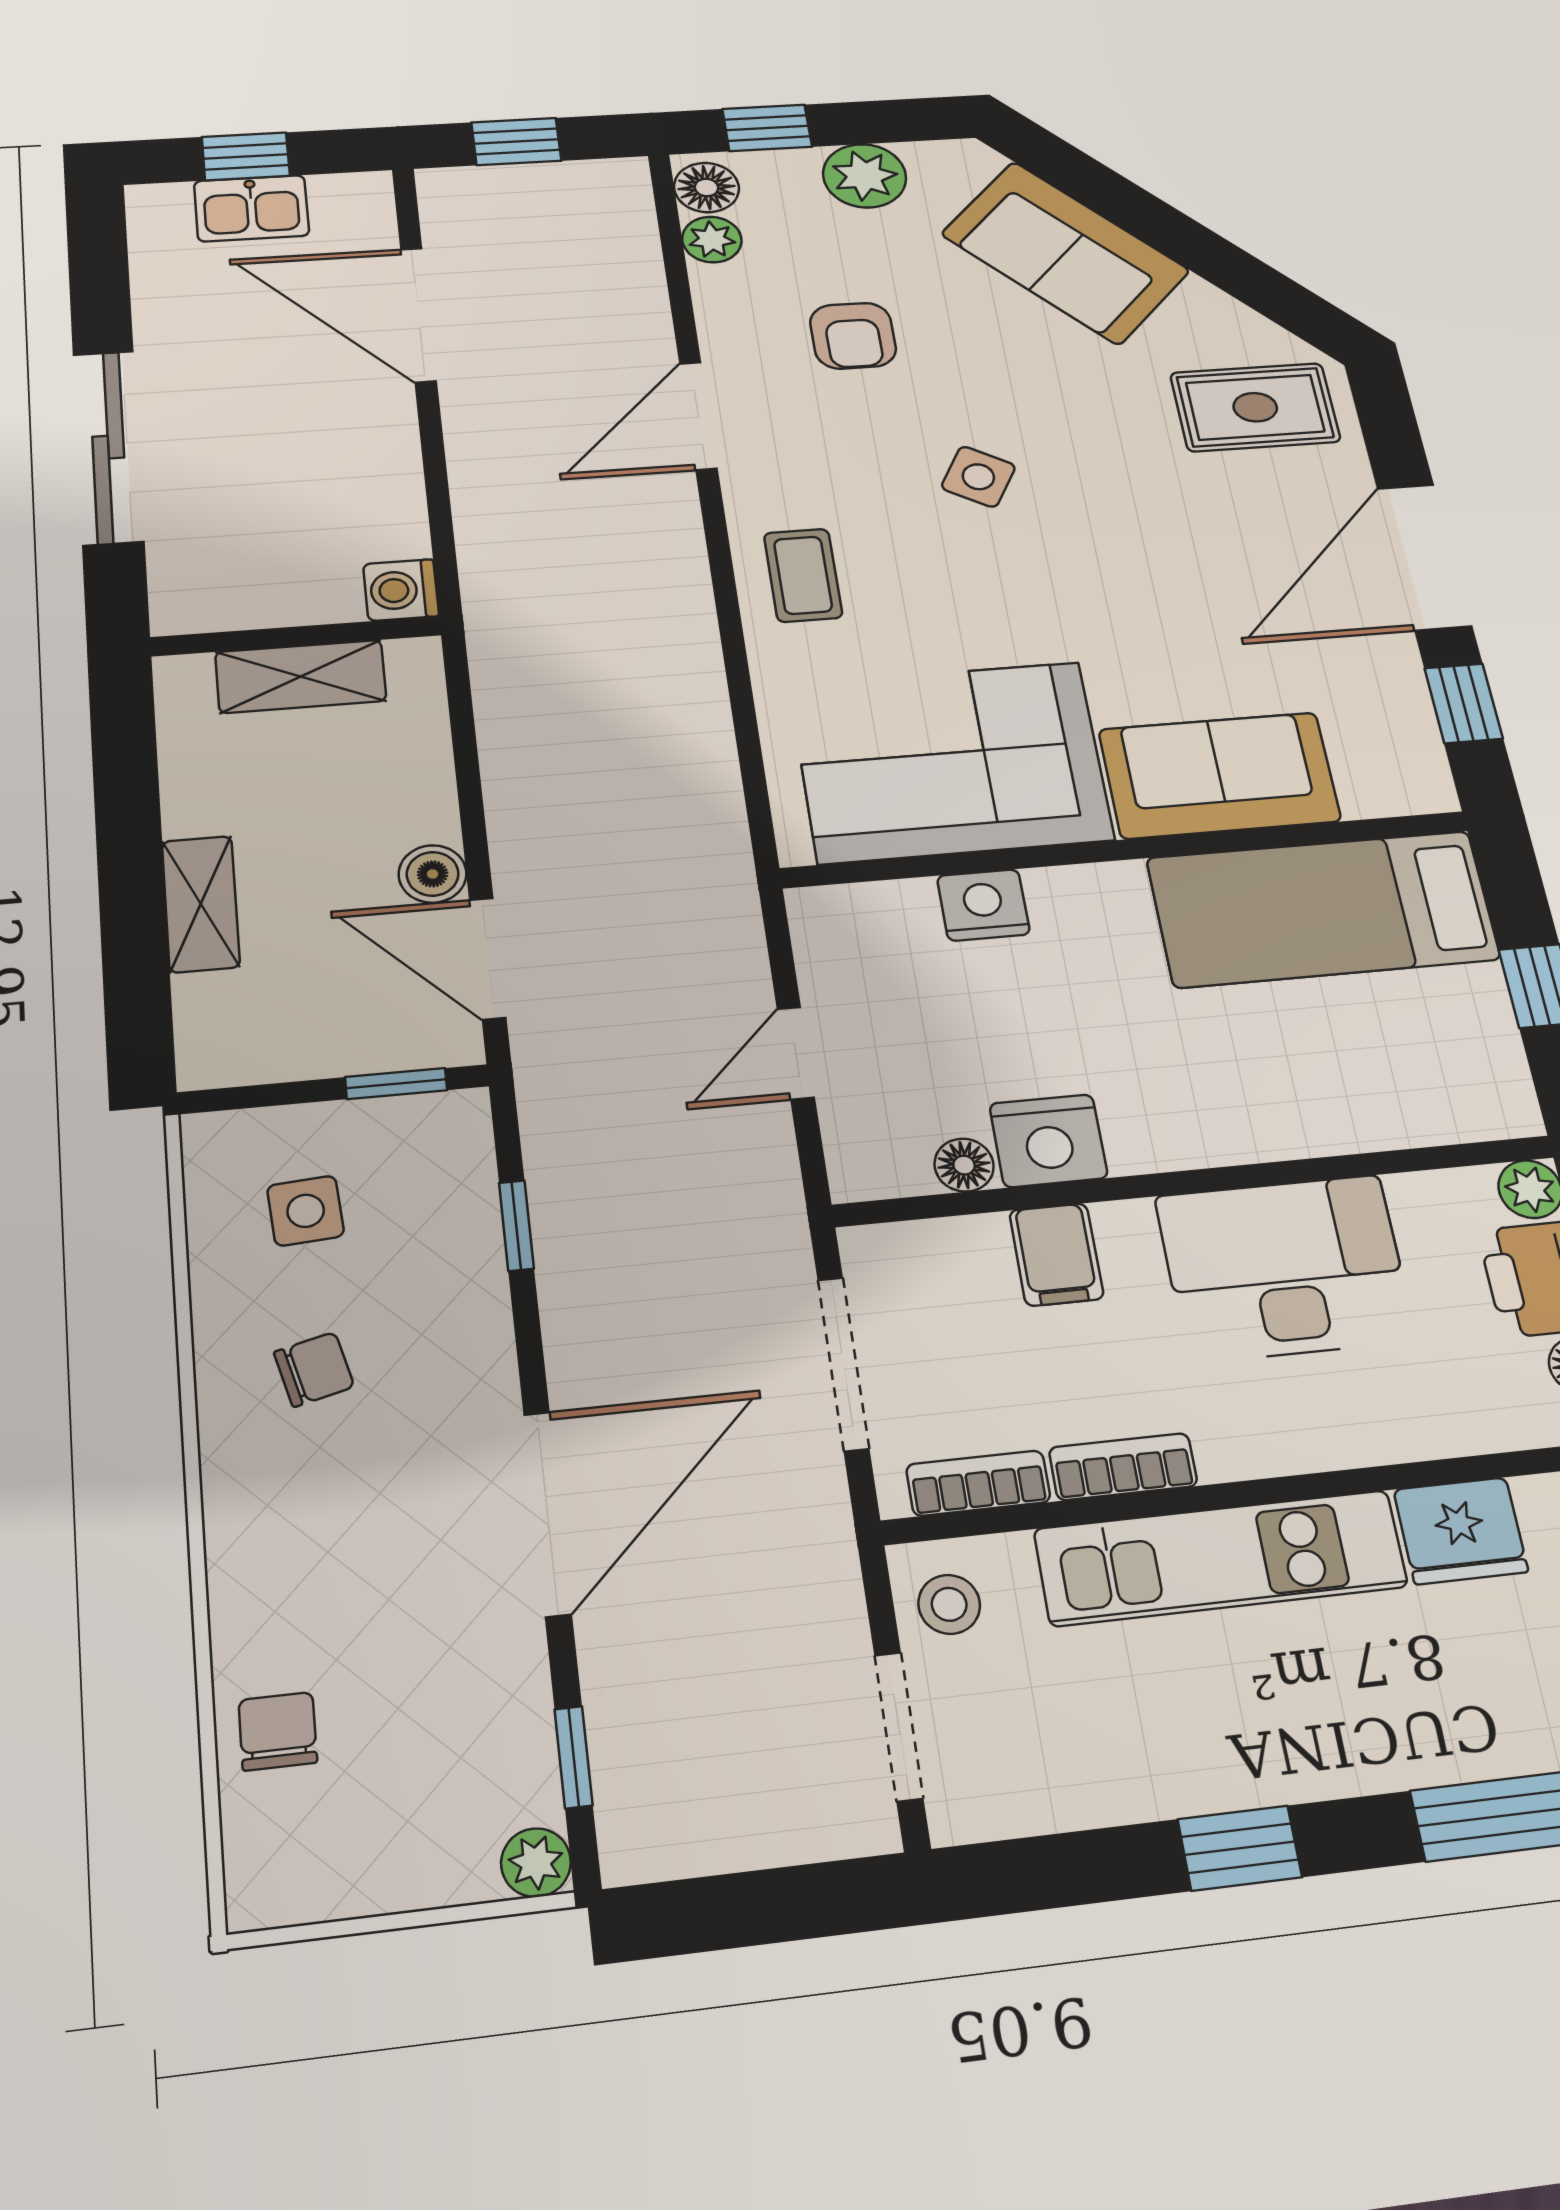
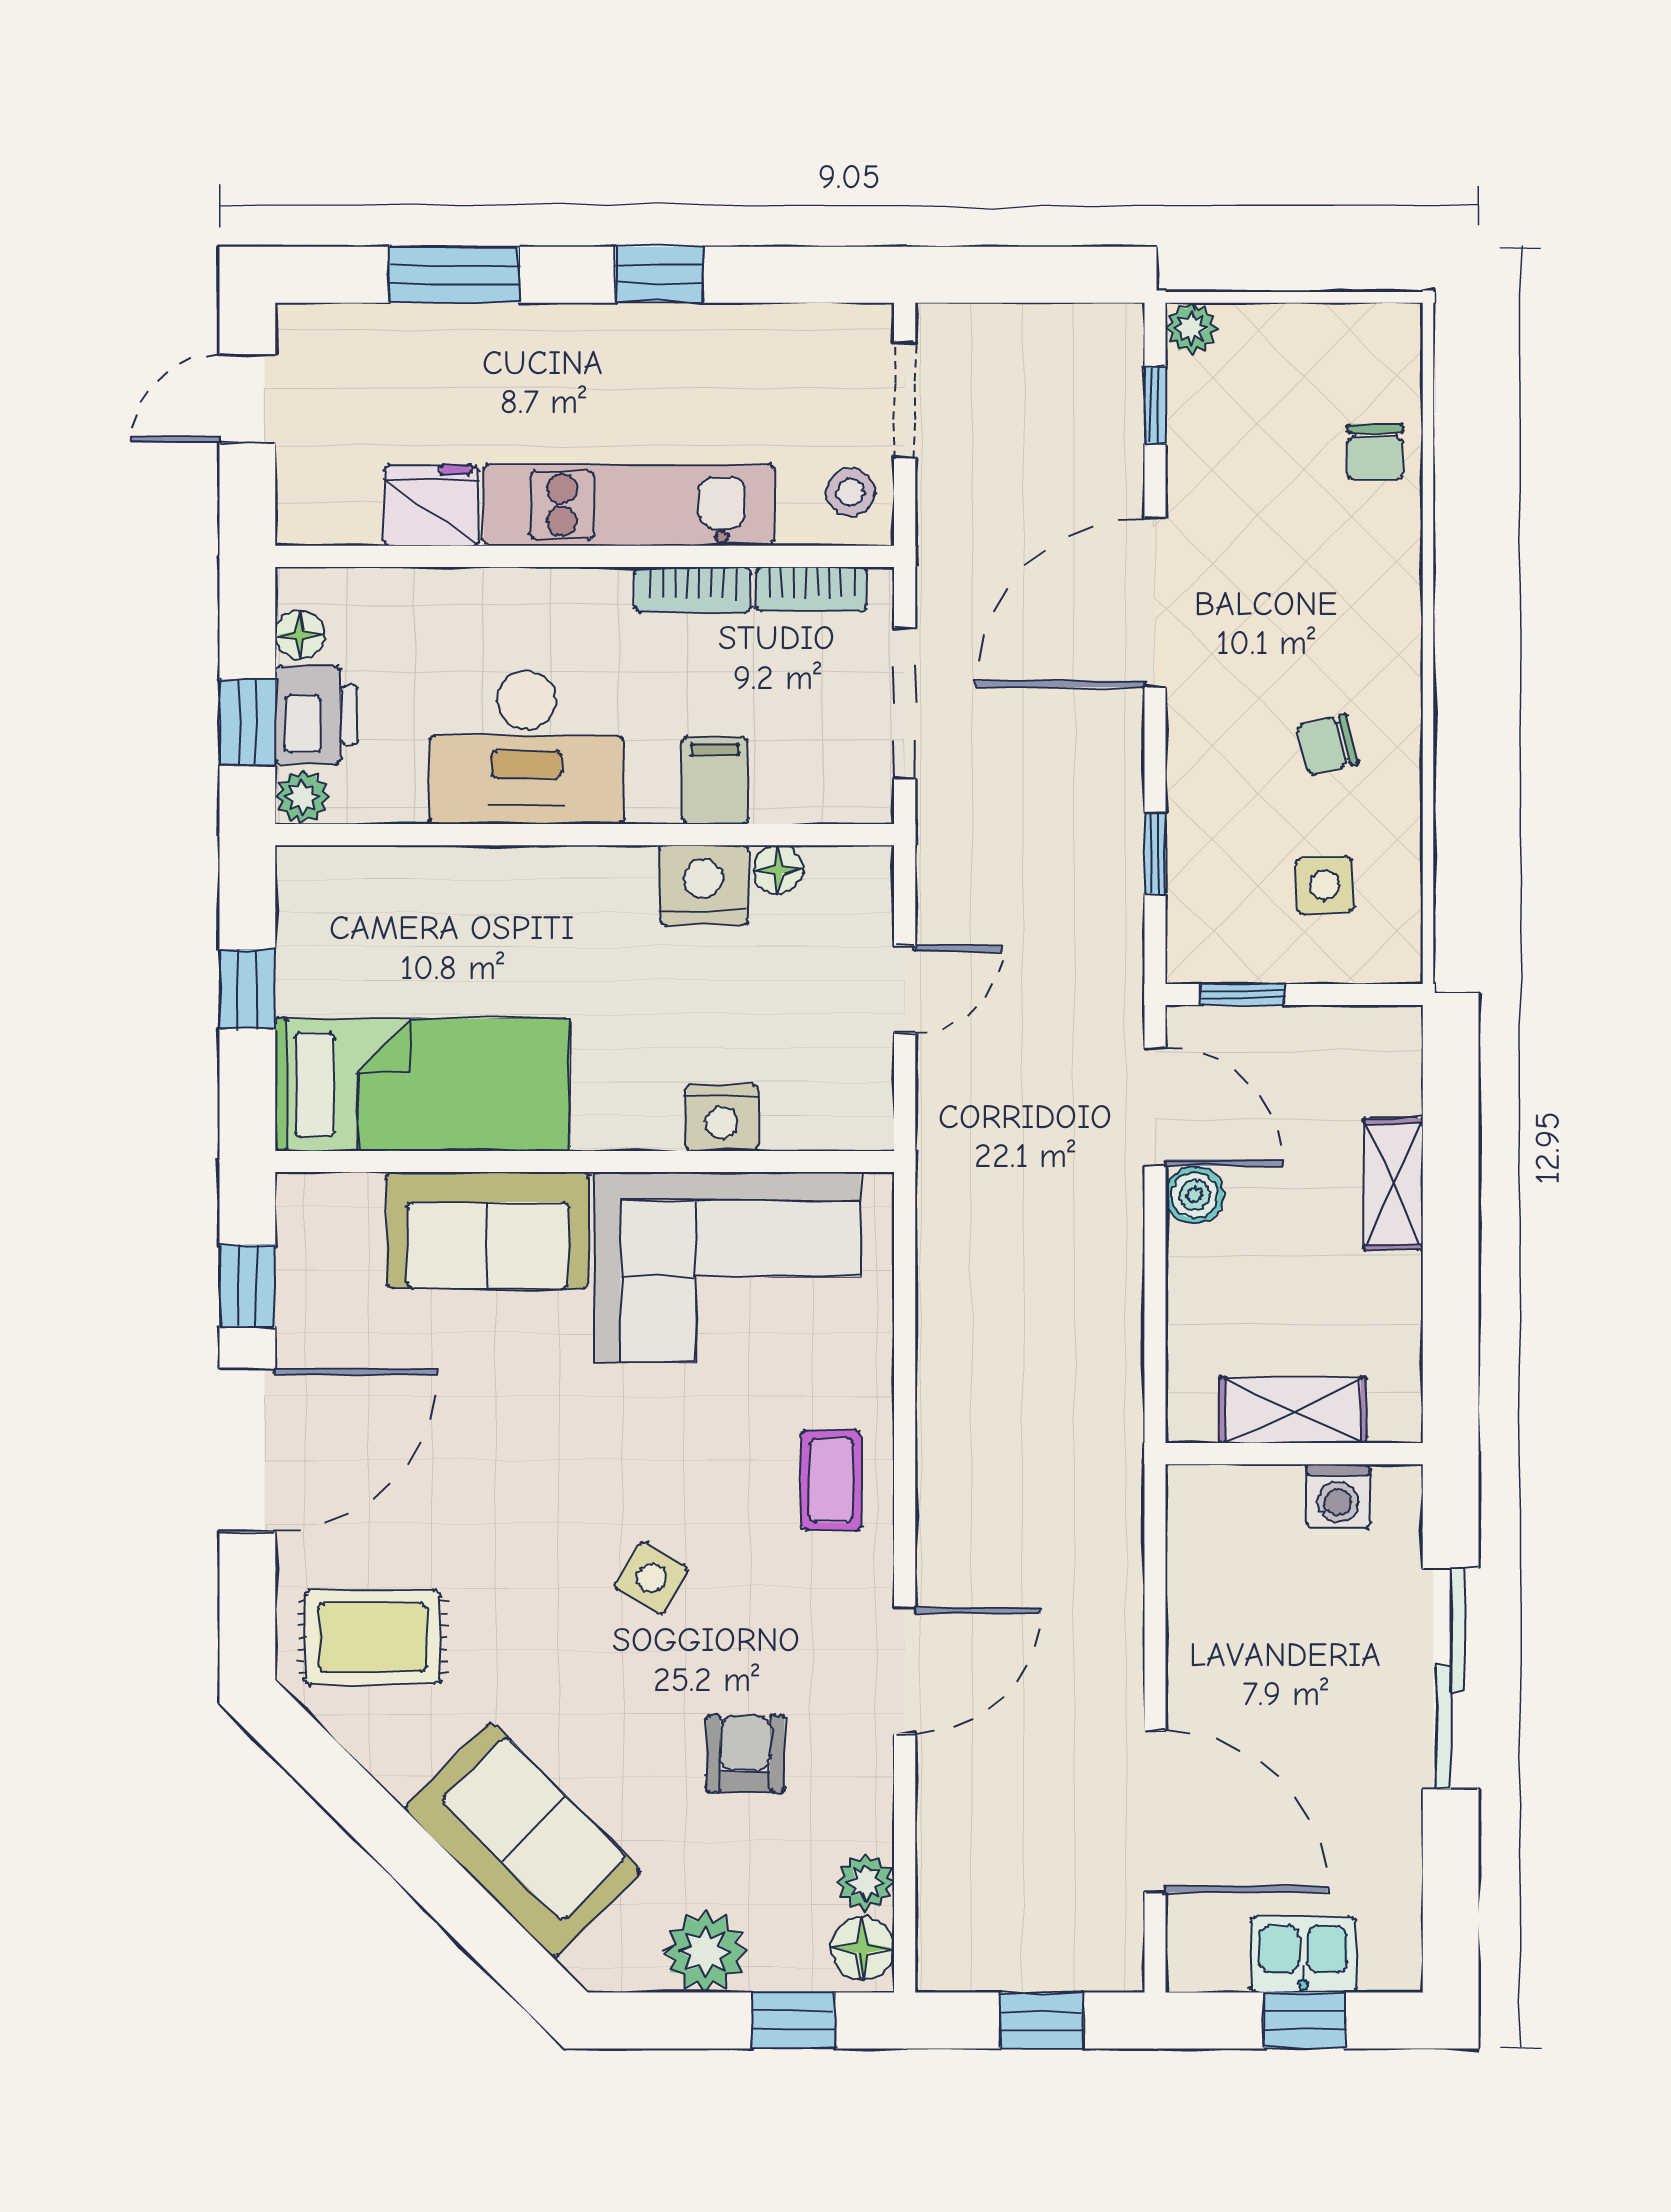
washing machine: (401, 590) -> (1338, 1496), moved, turned 90

